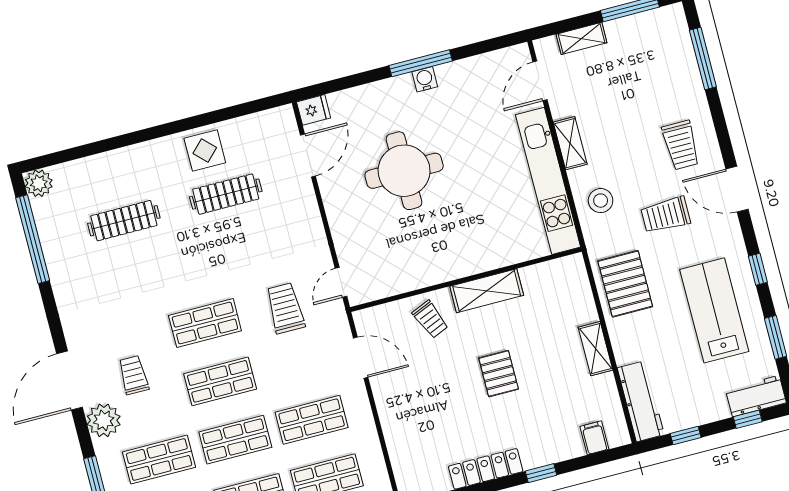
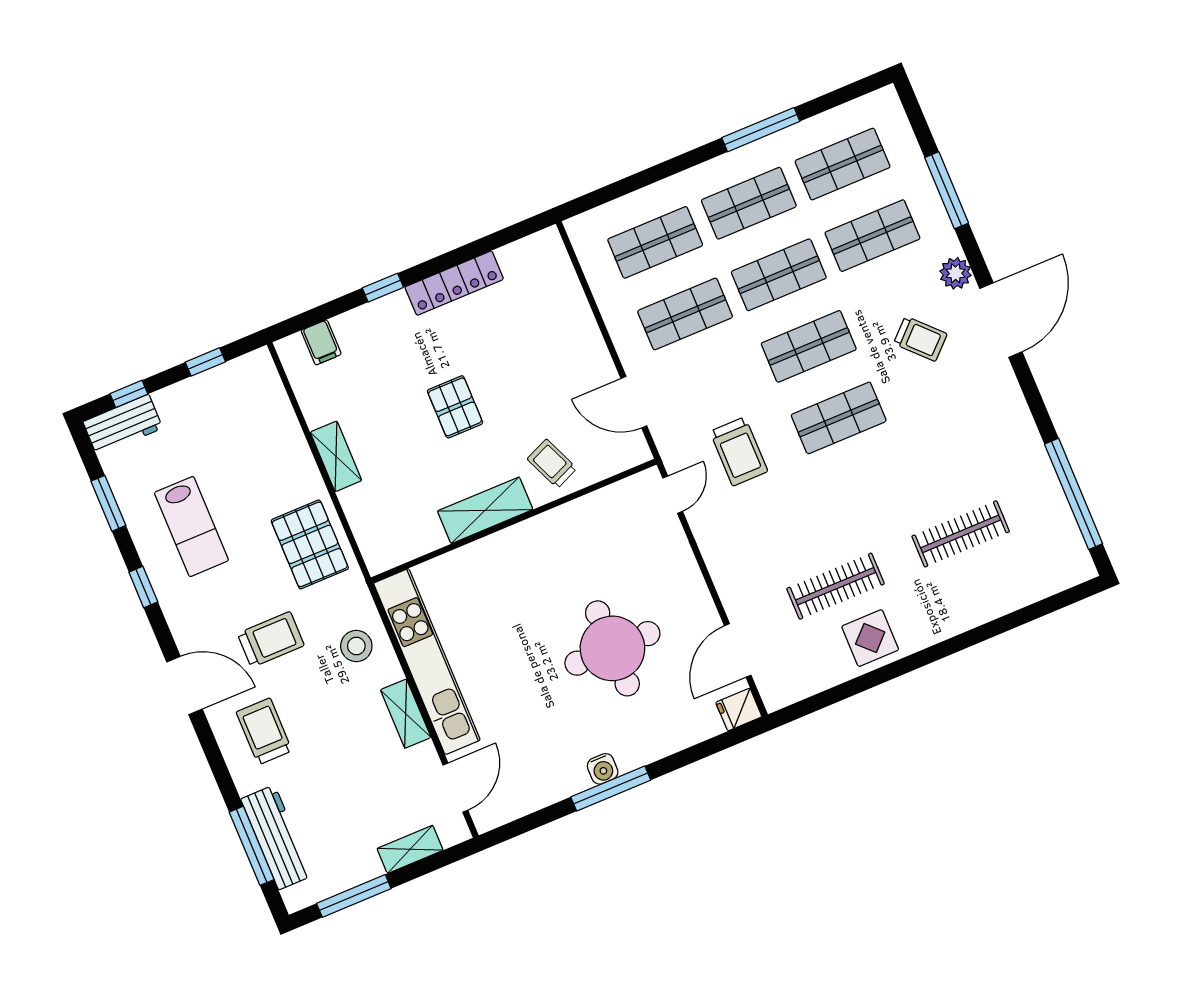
plant: (39, 183) -> (1076, 566), removed
lab bench: (714, 310) -> (191, 527), width x0.73, depth x0.72
trolley: (133, 375) -> (920, 339), turned -44
workbench: (641, 401) -> (277, 837), moved, turned 180
plant: (104, 420) -> (956, 273), width x0.73, depth x0.73

